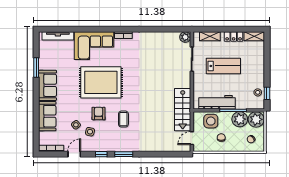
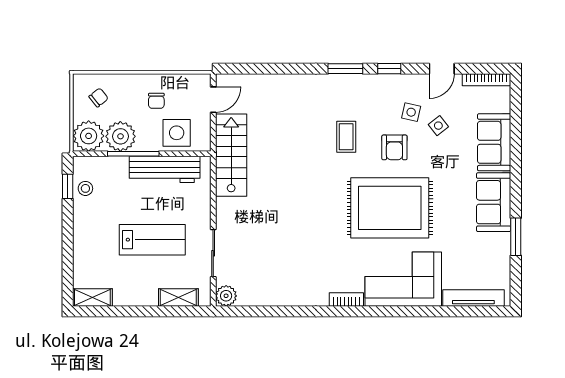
locker: (234, 37) -> (132, 297), removed
lab bench: (223, 66) -> (152, 240), turned 180

